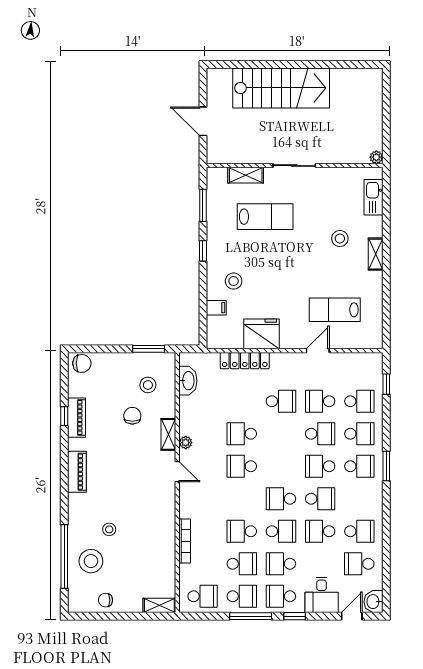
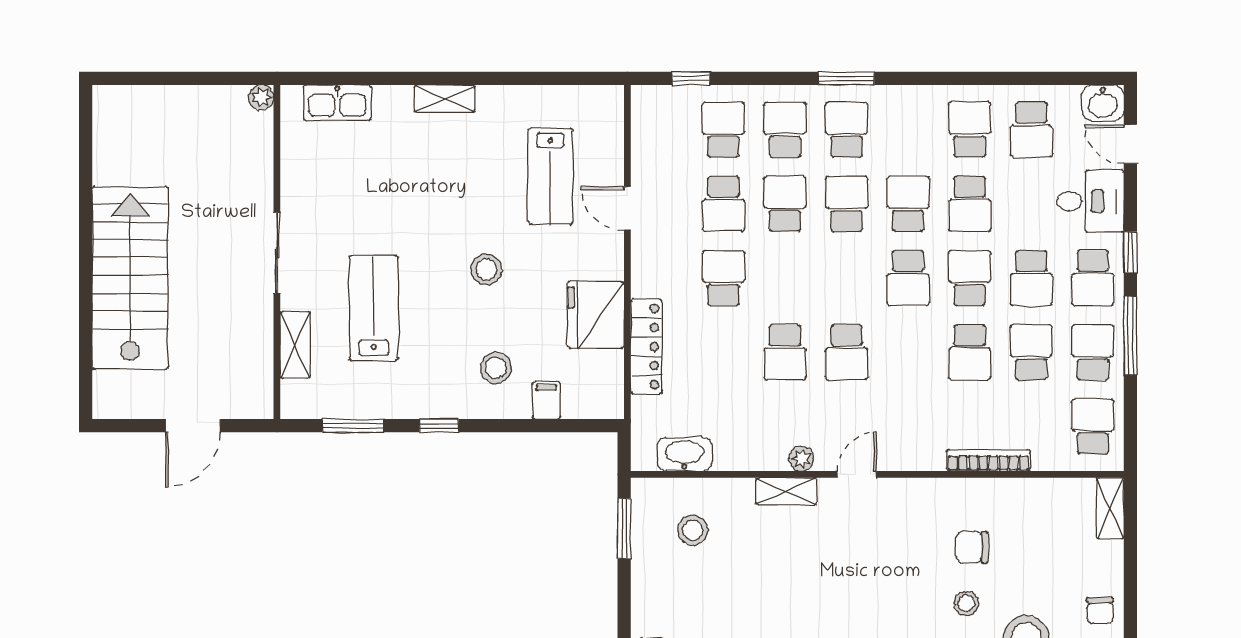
stool: (340, 239) -> (486, 269), moved
chair: (132, 416) -> (972, 547), moved
school desk: (320, 466) -> (847, 204), turned 180

